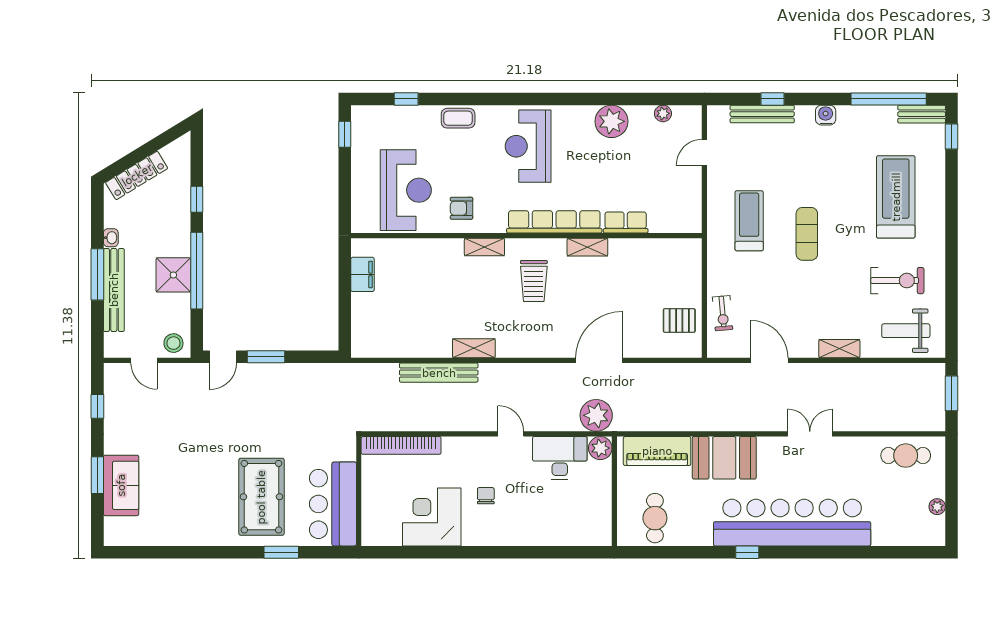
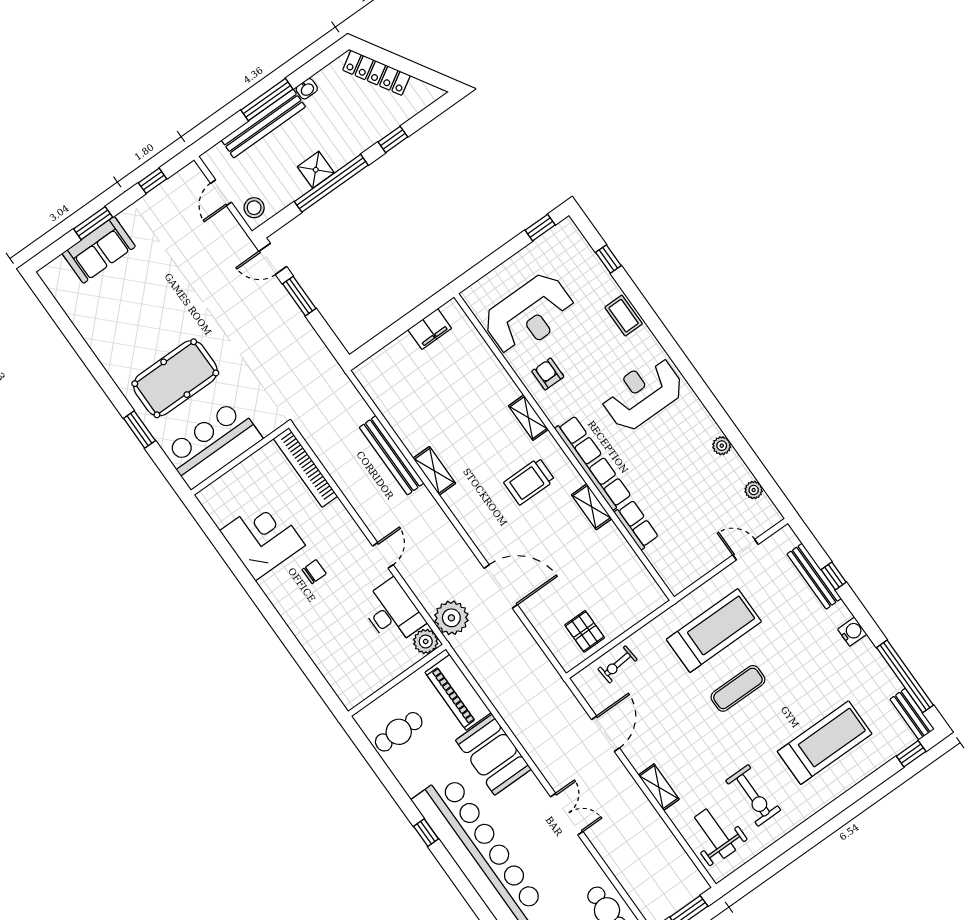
plant: (611, 121) -> (722, 446), width x0.53, depth x0.53
treadmill: (749, 221) -> (714, 631), width x1.37, depth x1.38
shower: (173, 275) -> (316, 170), width x0.73, depth x0.73

